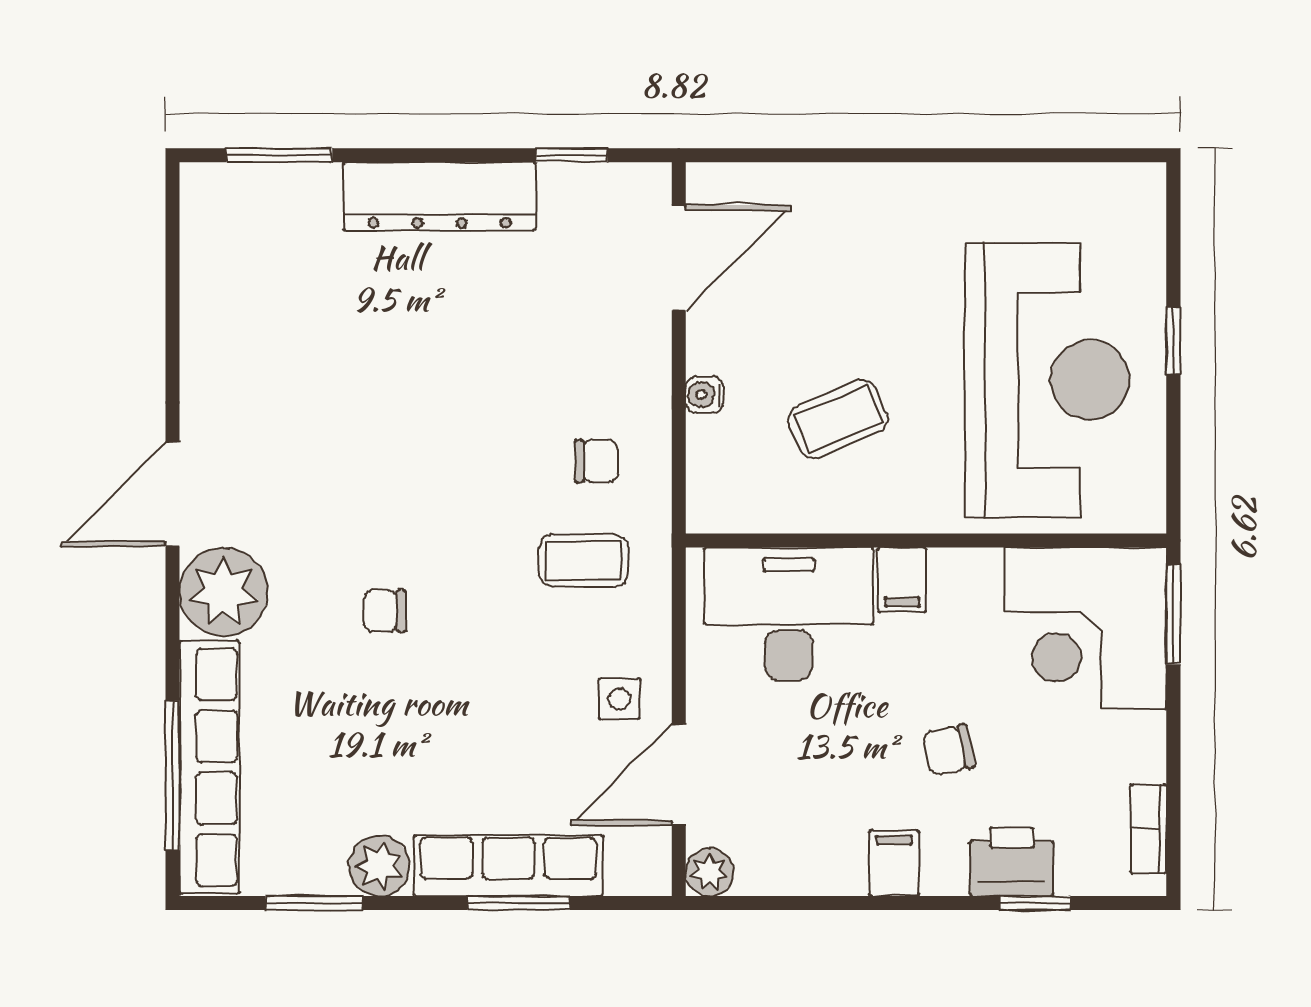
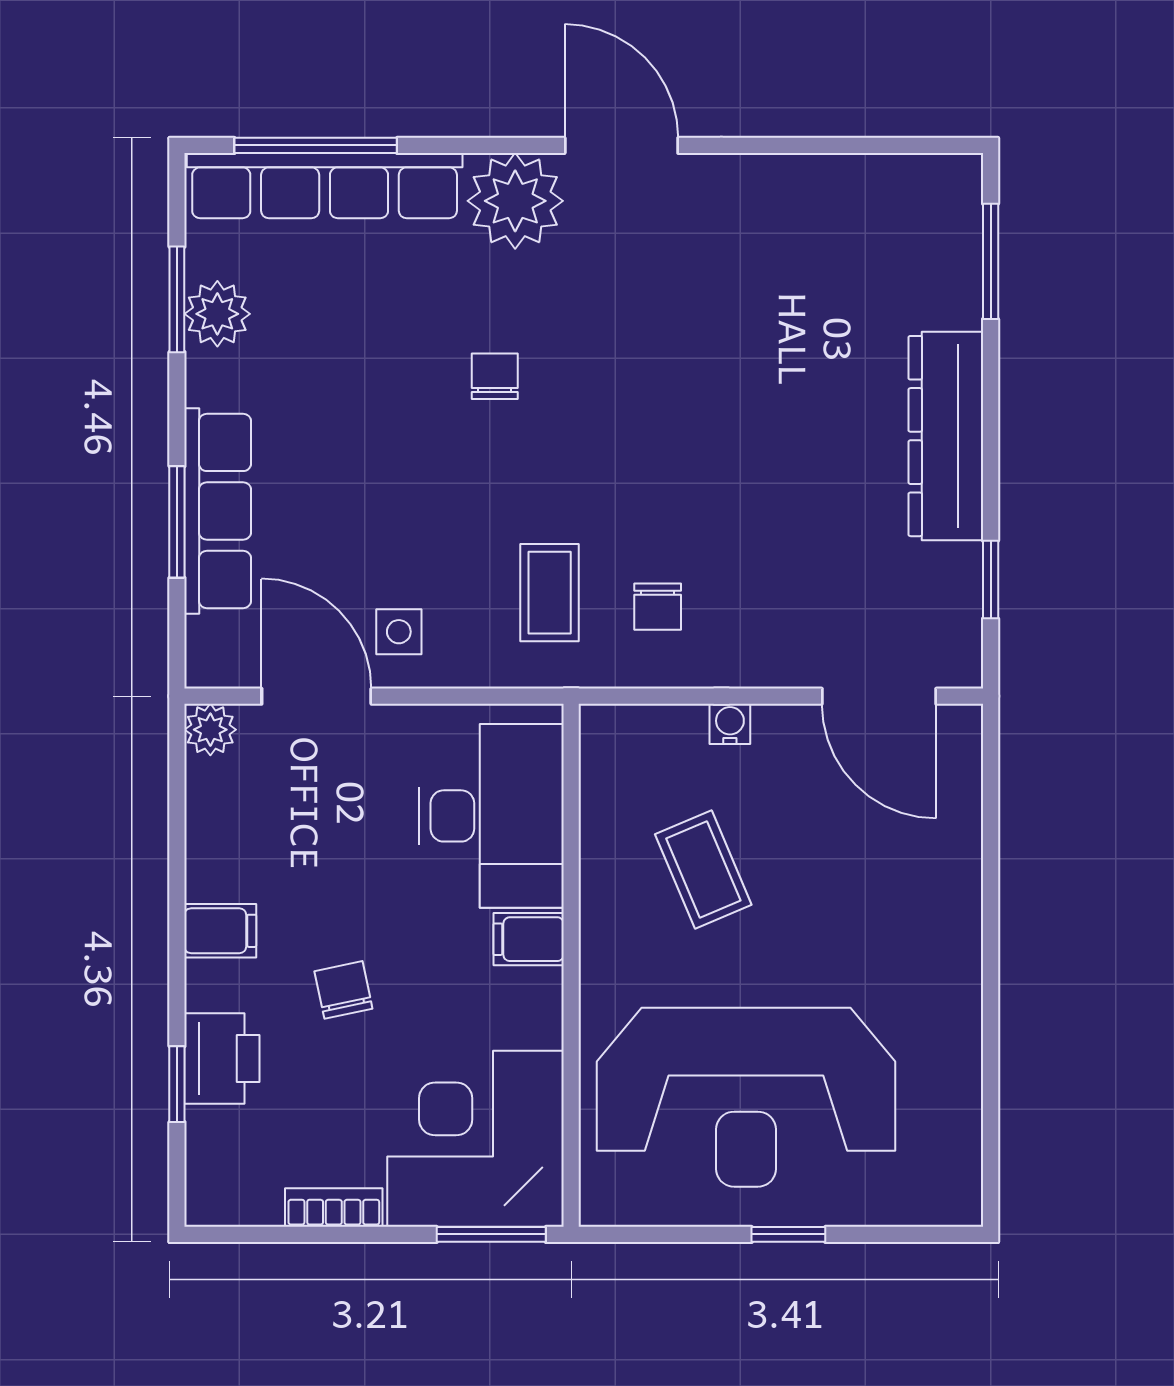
bookcase: (1149, 829) -> (334, 1207), moved
plant: (379, 866) -> (217, 314), moved

